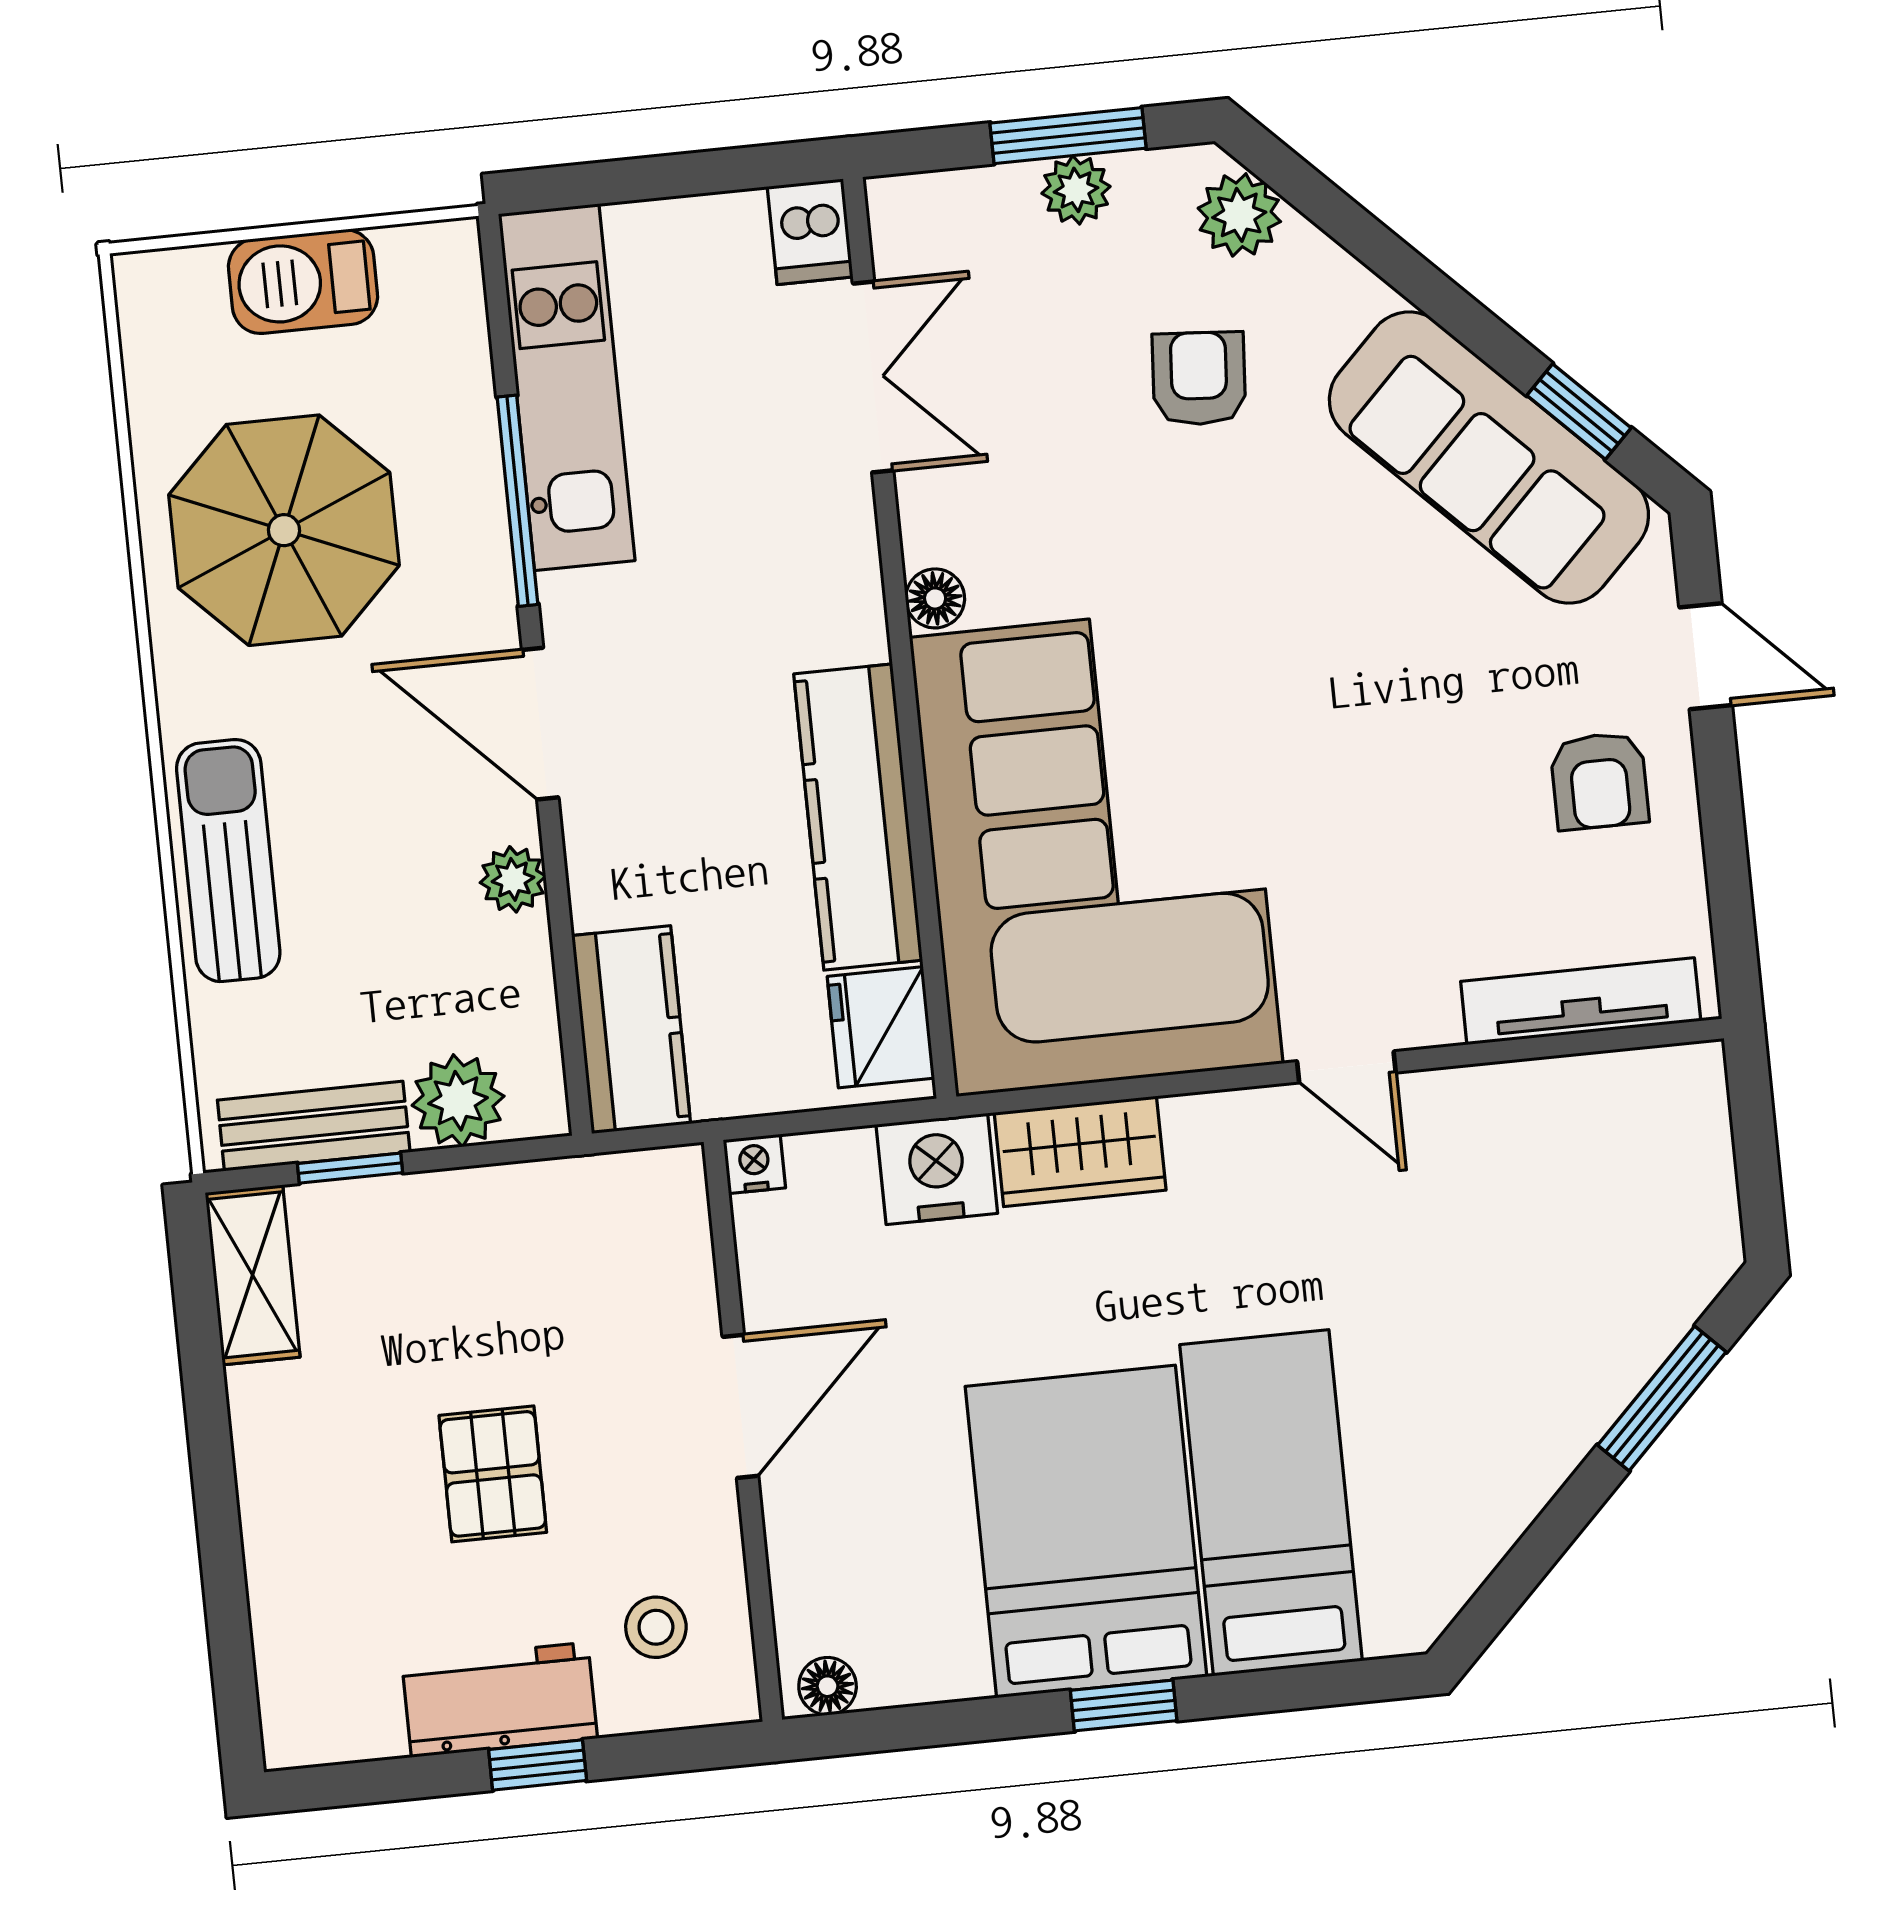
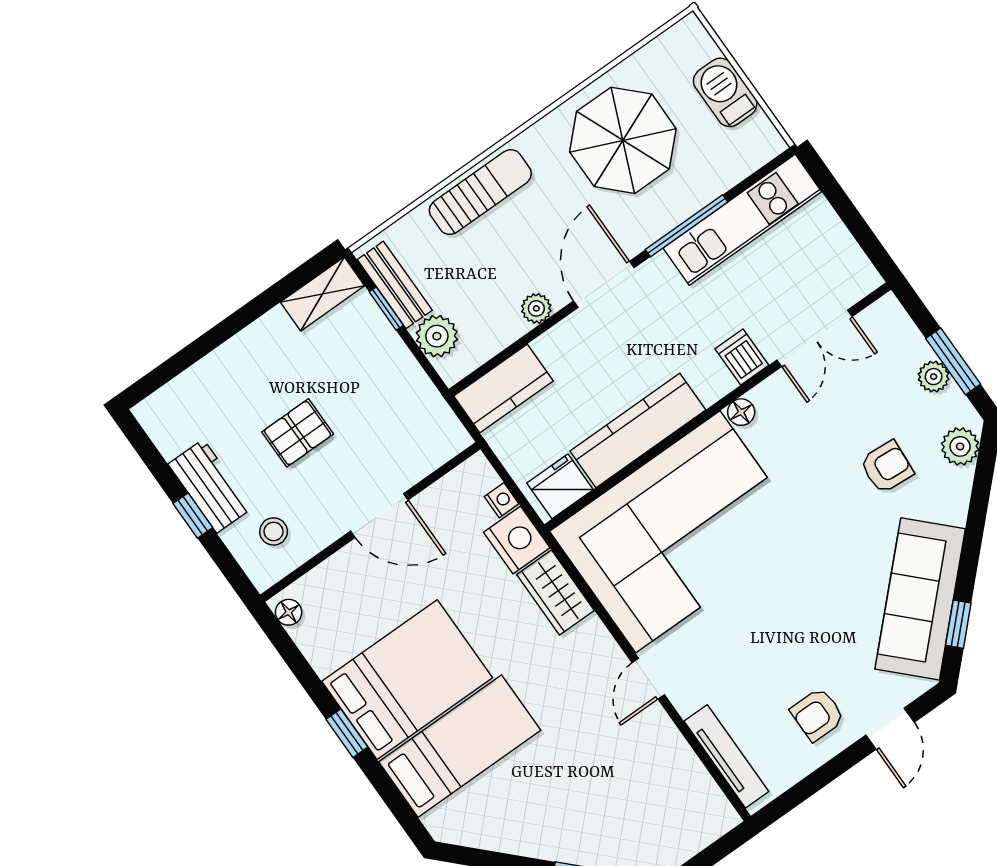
dishwasher: (810, 232) -> (742, 357), moved, turned 90
nightstand: (754, 1164) -> (502, 500), moved

